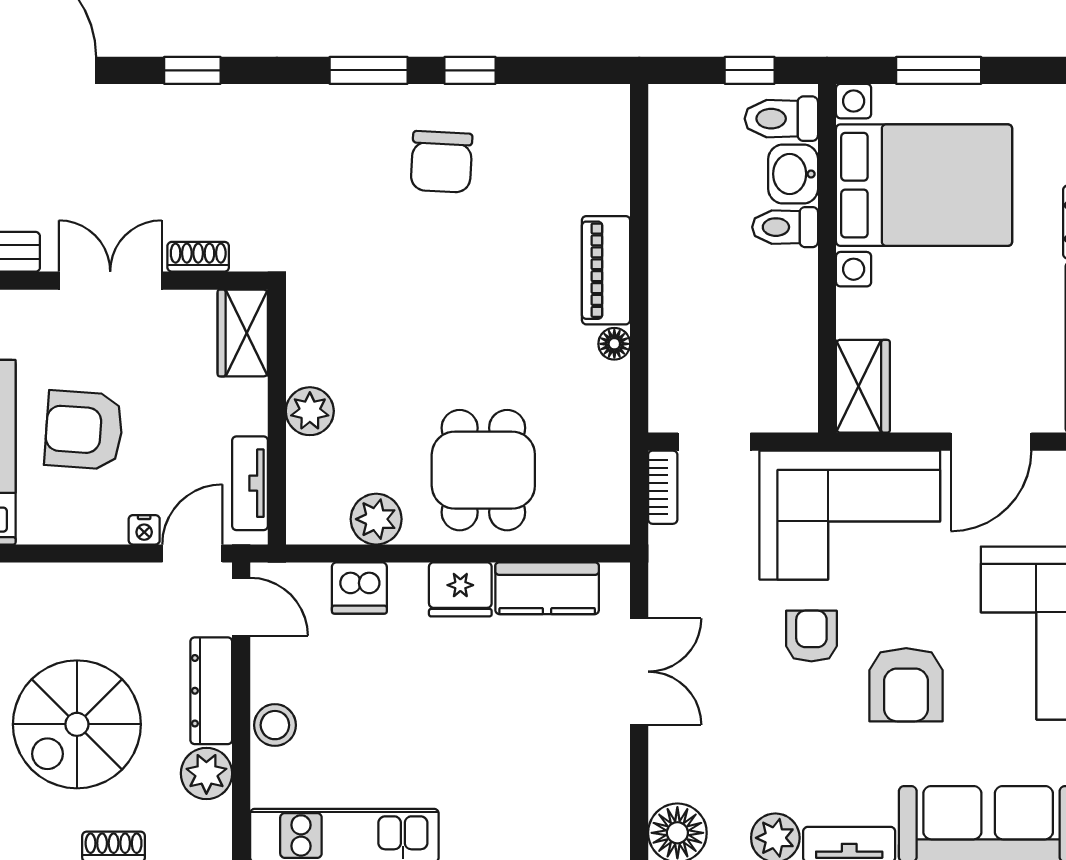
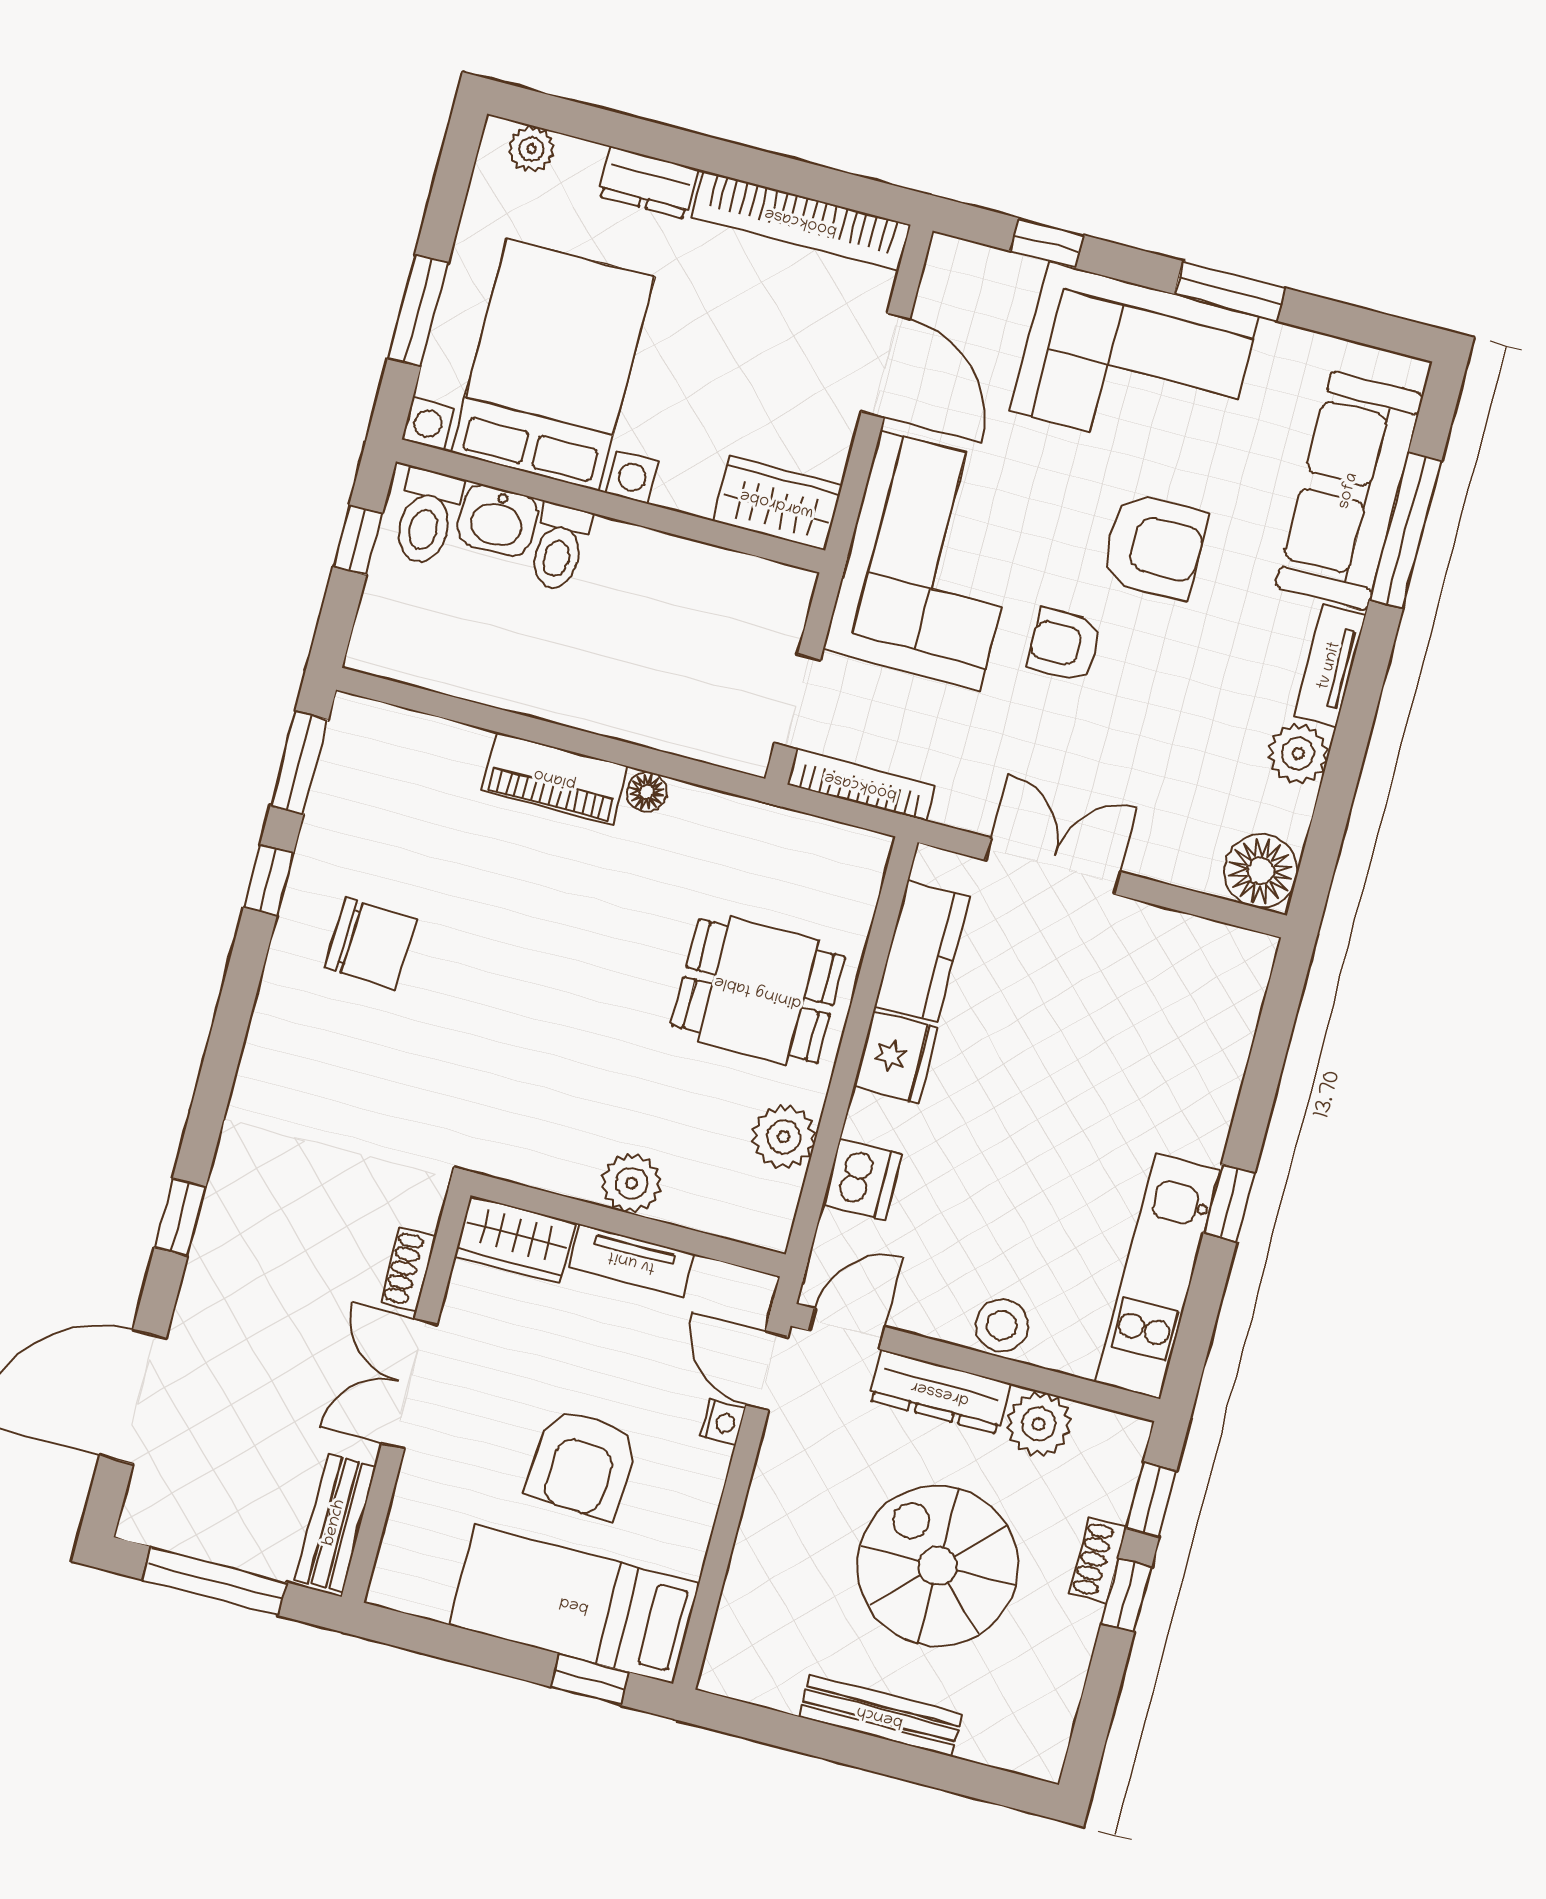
window: (369, 70) -> (299, 763), moved
tv unit: (250, 483) -> (632, 1261), moved
bookcase: (663, 487) -> (861, 785), width x1.56
spiral stairs: (77, 724) -> (938, 1566), turned 180

